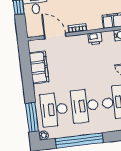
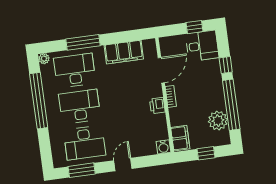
printer: (95, 38) -> (157, 106), moved
window: (32, 117) -> (83, 42), moved

